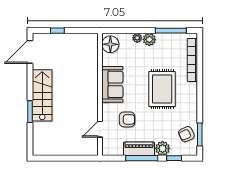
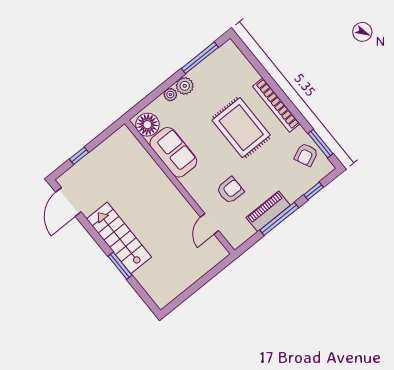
bookcase: (192, 60) -> (276, 105), moved
sofa: (112, 84) -> (173, 152), moved
plant: (163, 148) -> (293, 191), removed

